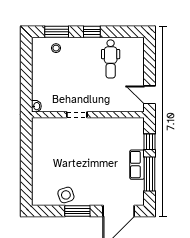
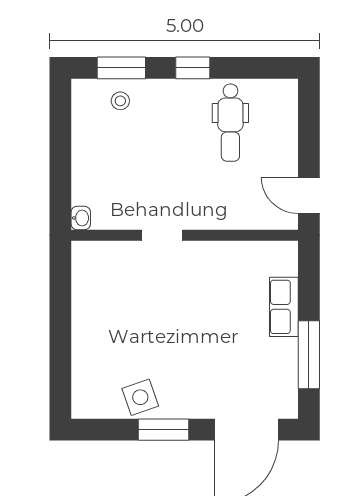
window: (149, 142) -> (309, 290), removed
row of seats: (137, 165) -> (284, 307), moved

